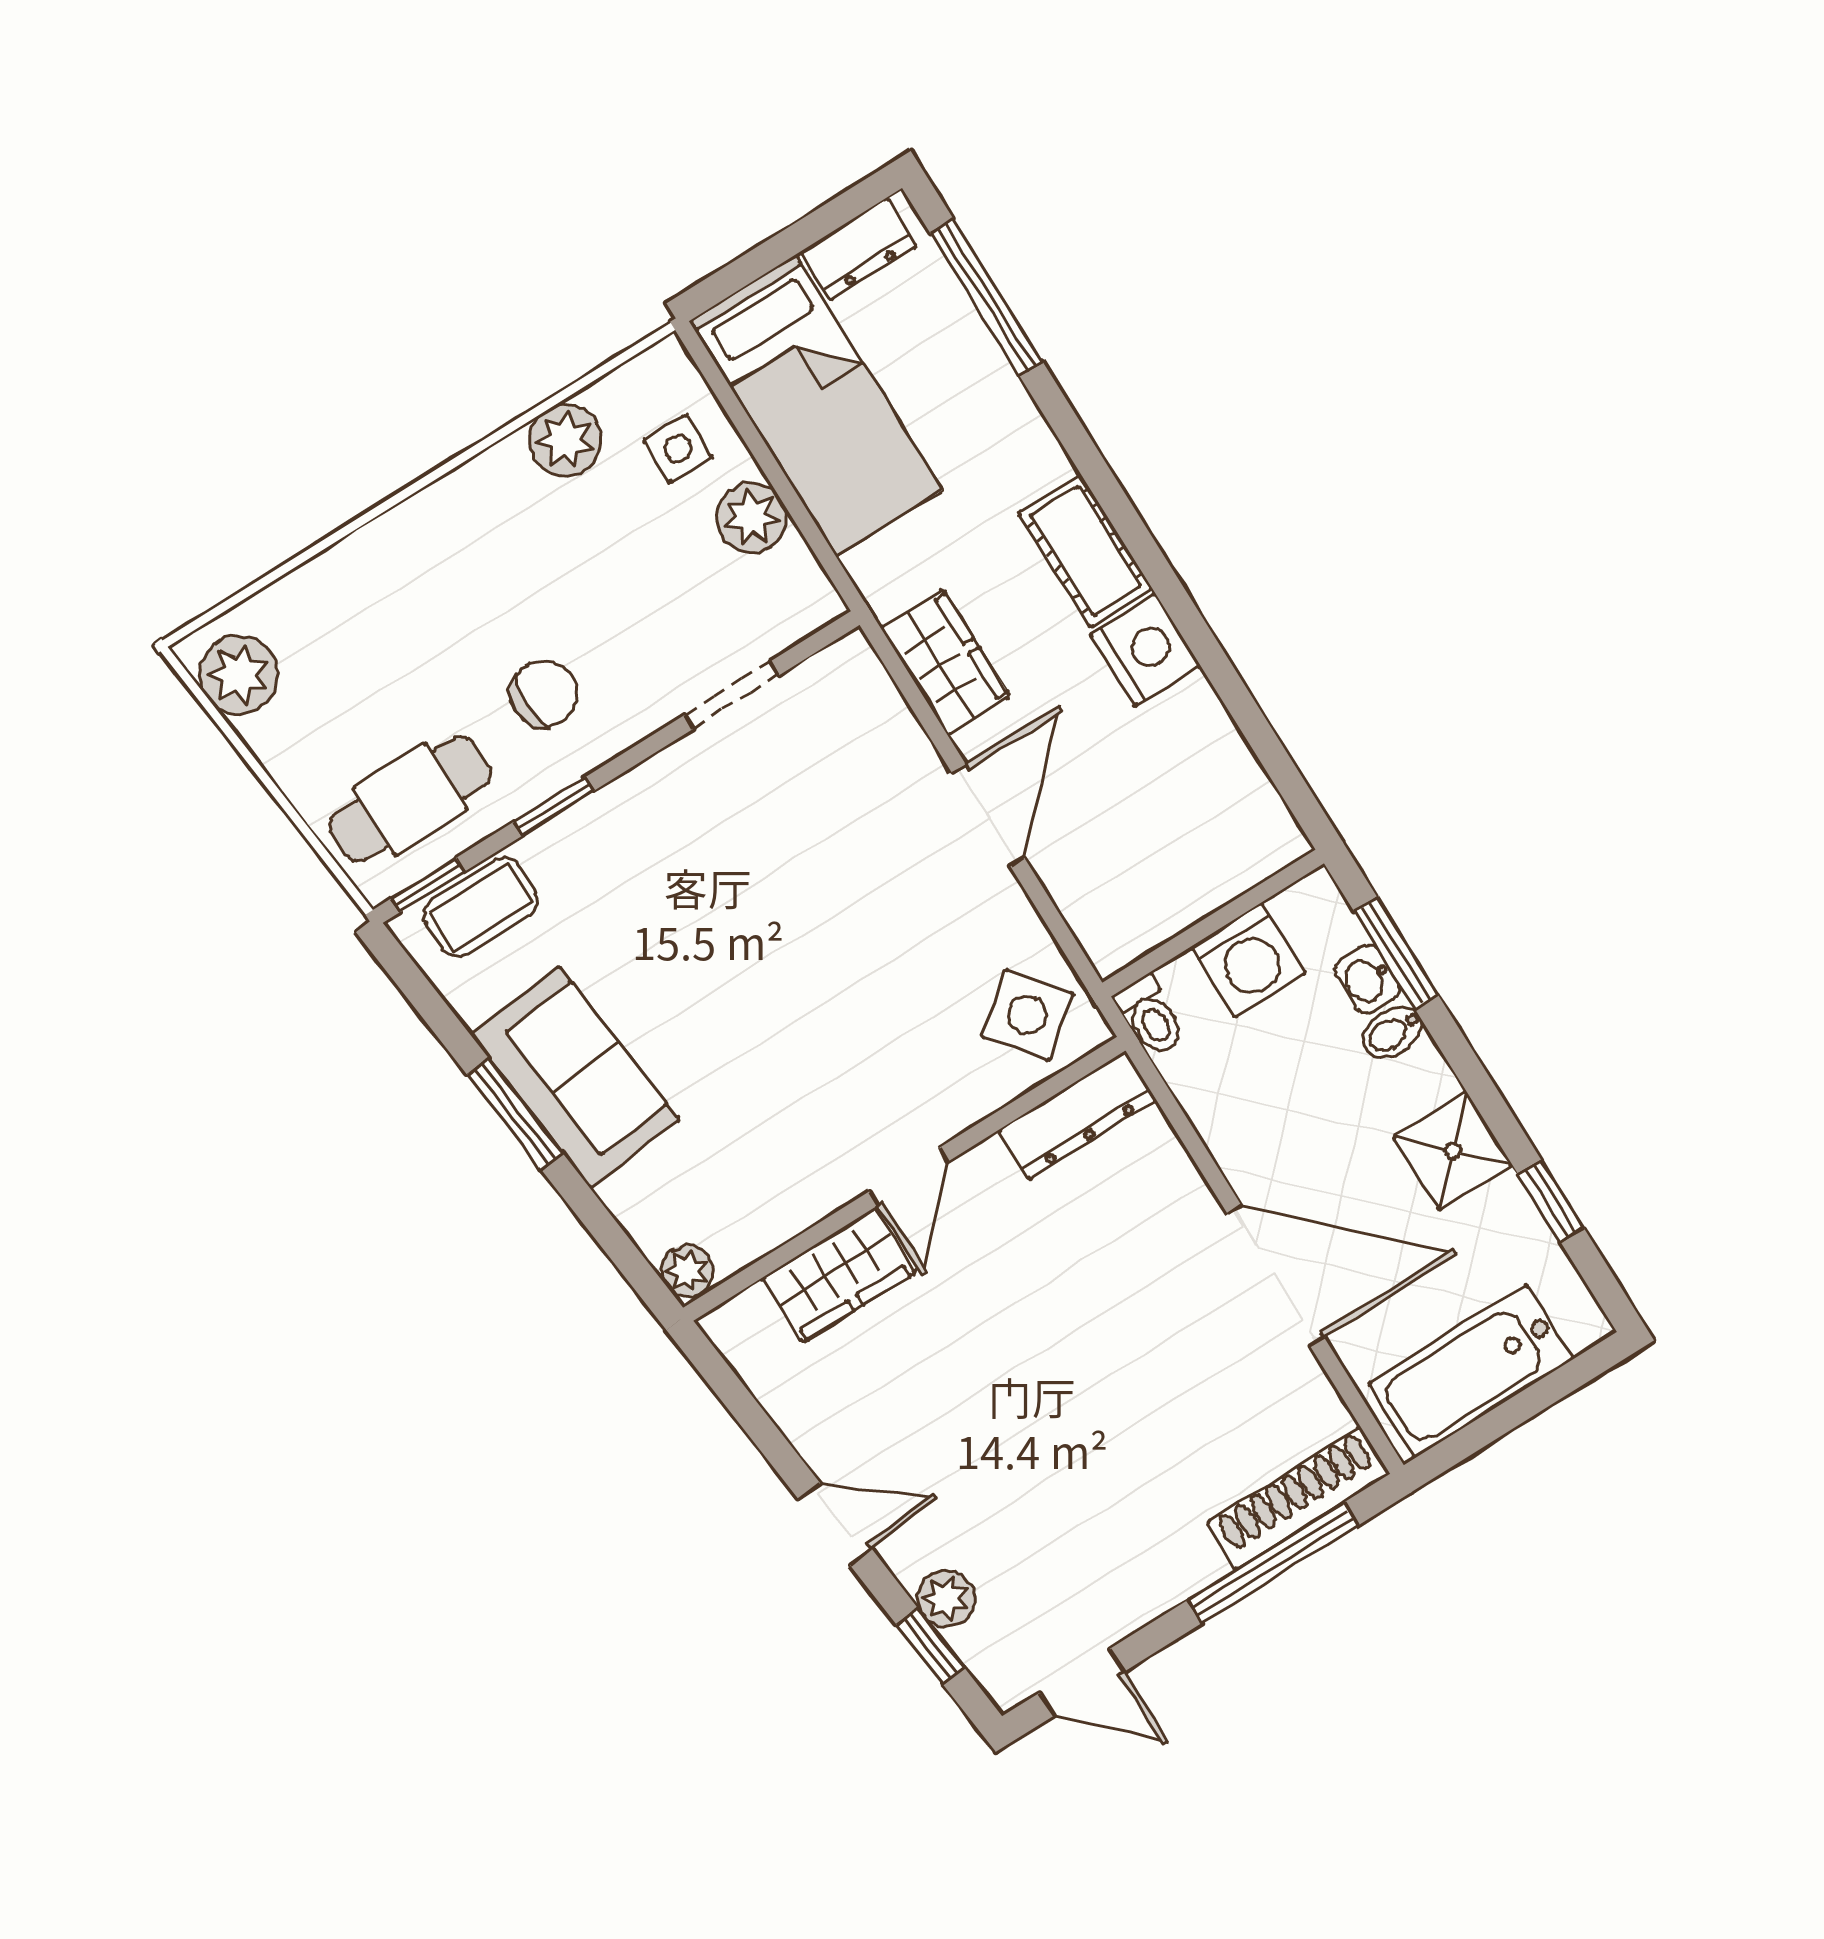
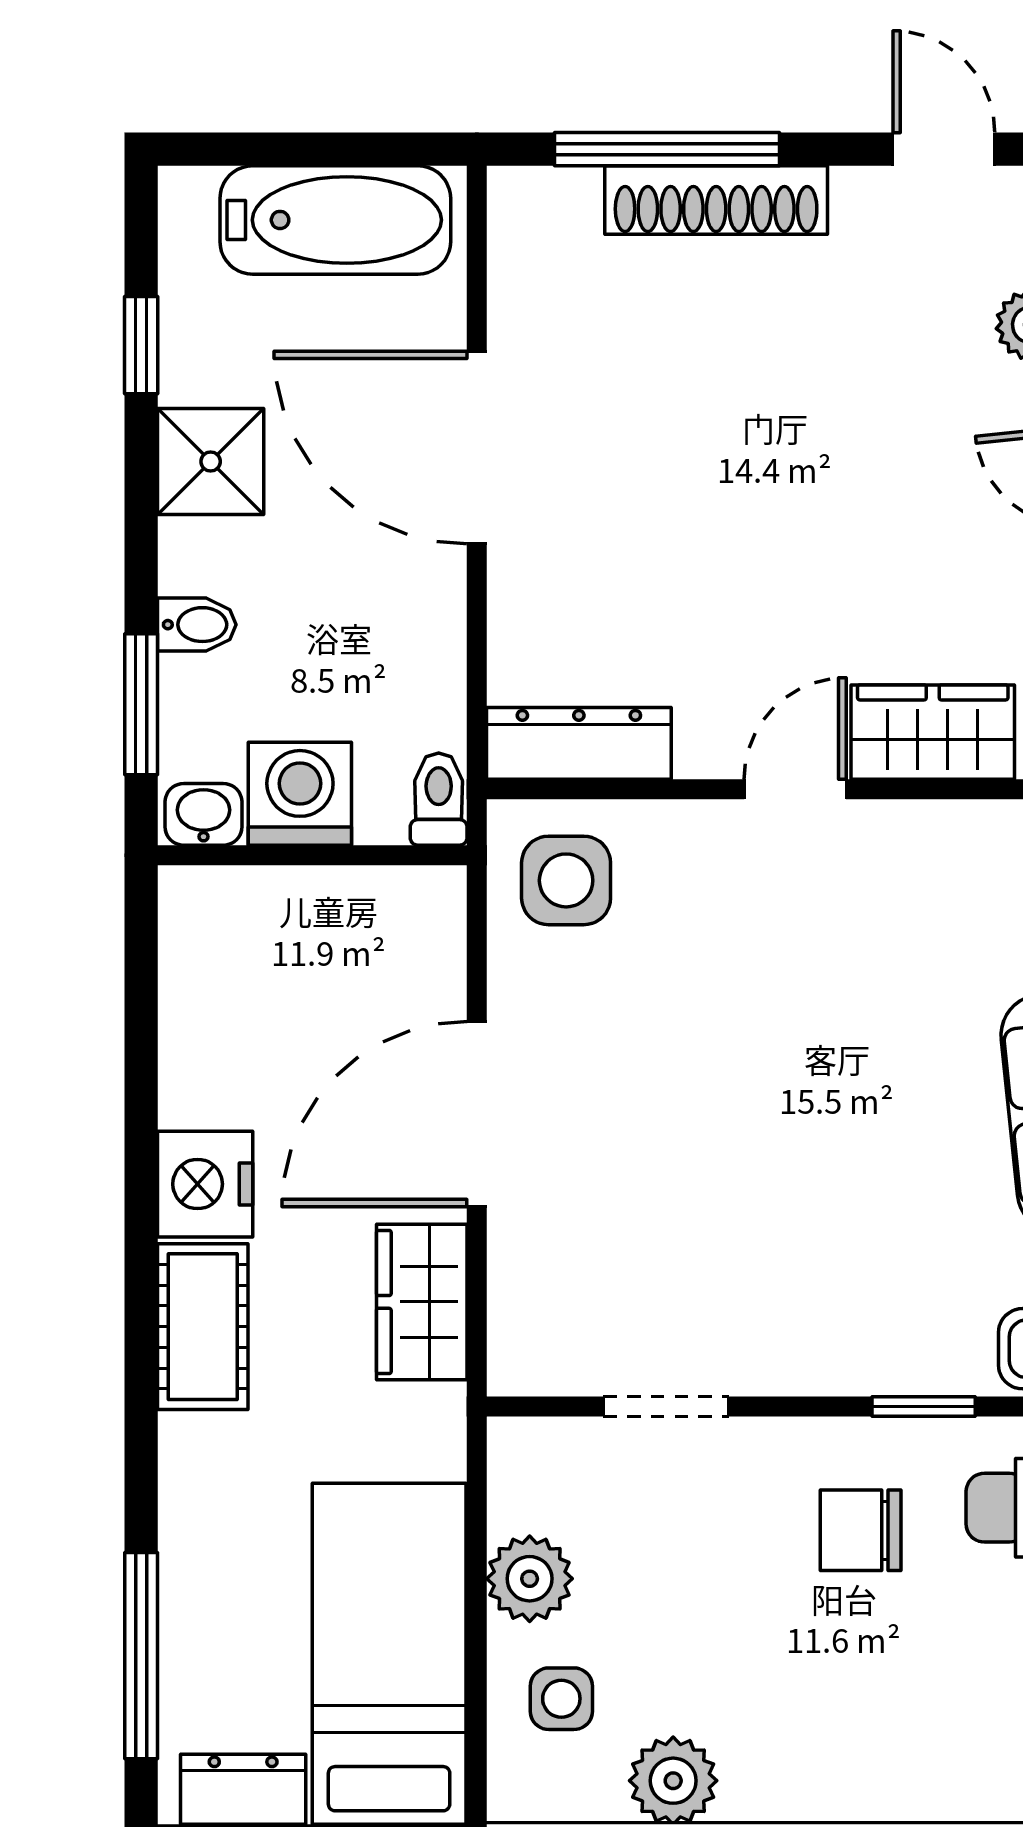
door: (988, 815) -> (477, 1114), width x1.36
washbasin: (1367, 979) -> (204, 814), moved, turned -90
side table: (1027, 1015) -> (566, 880), turned 38
shoe rack: (1298, 1498) -> (716, 200), moved

